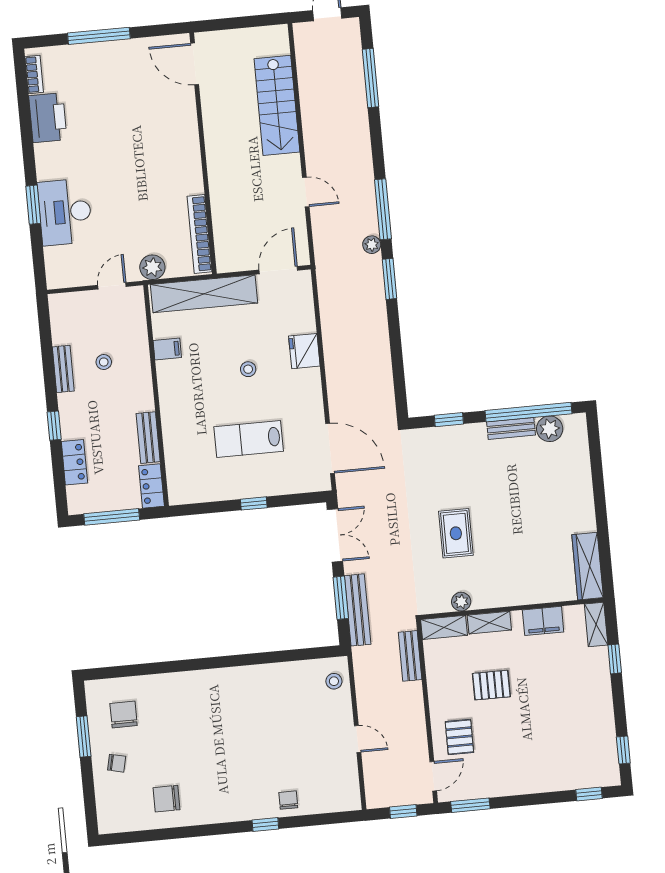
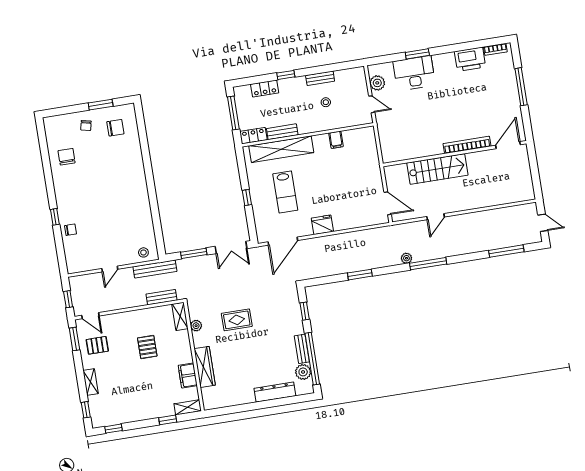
stairs: (277, 105) -> (437, 169), moved, turned 180
bookcase: (200, 234) -> (467, 145), moved
plant: (152, 267) -> (377, 83), moved
window: (390, 279) -> (360, 275), moved
shelving: (204, 294) -> (281, 149), moved, turned 90
fridge: (304, 351) -> (322, 225), moved
stool: (248, 369) -> (327, 189), removed
lab bench: (249, 439) -> (285, 192), turned 180
dresser: (580, 478) -> (275, 392), added
wardrobe: (588, 566) -> (205, 367), moved, turned 90
bench: (358, 610) -> (155, 269), moved
shelving: (489, 623) -> (91, 382), moved
pallet: (459, 737) -> (97, 345), moved

